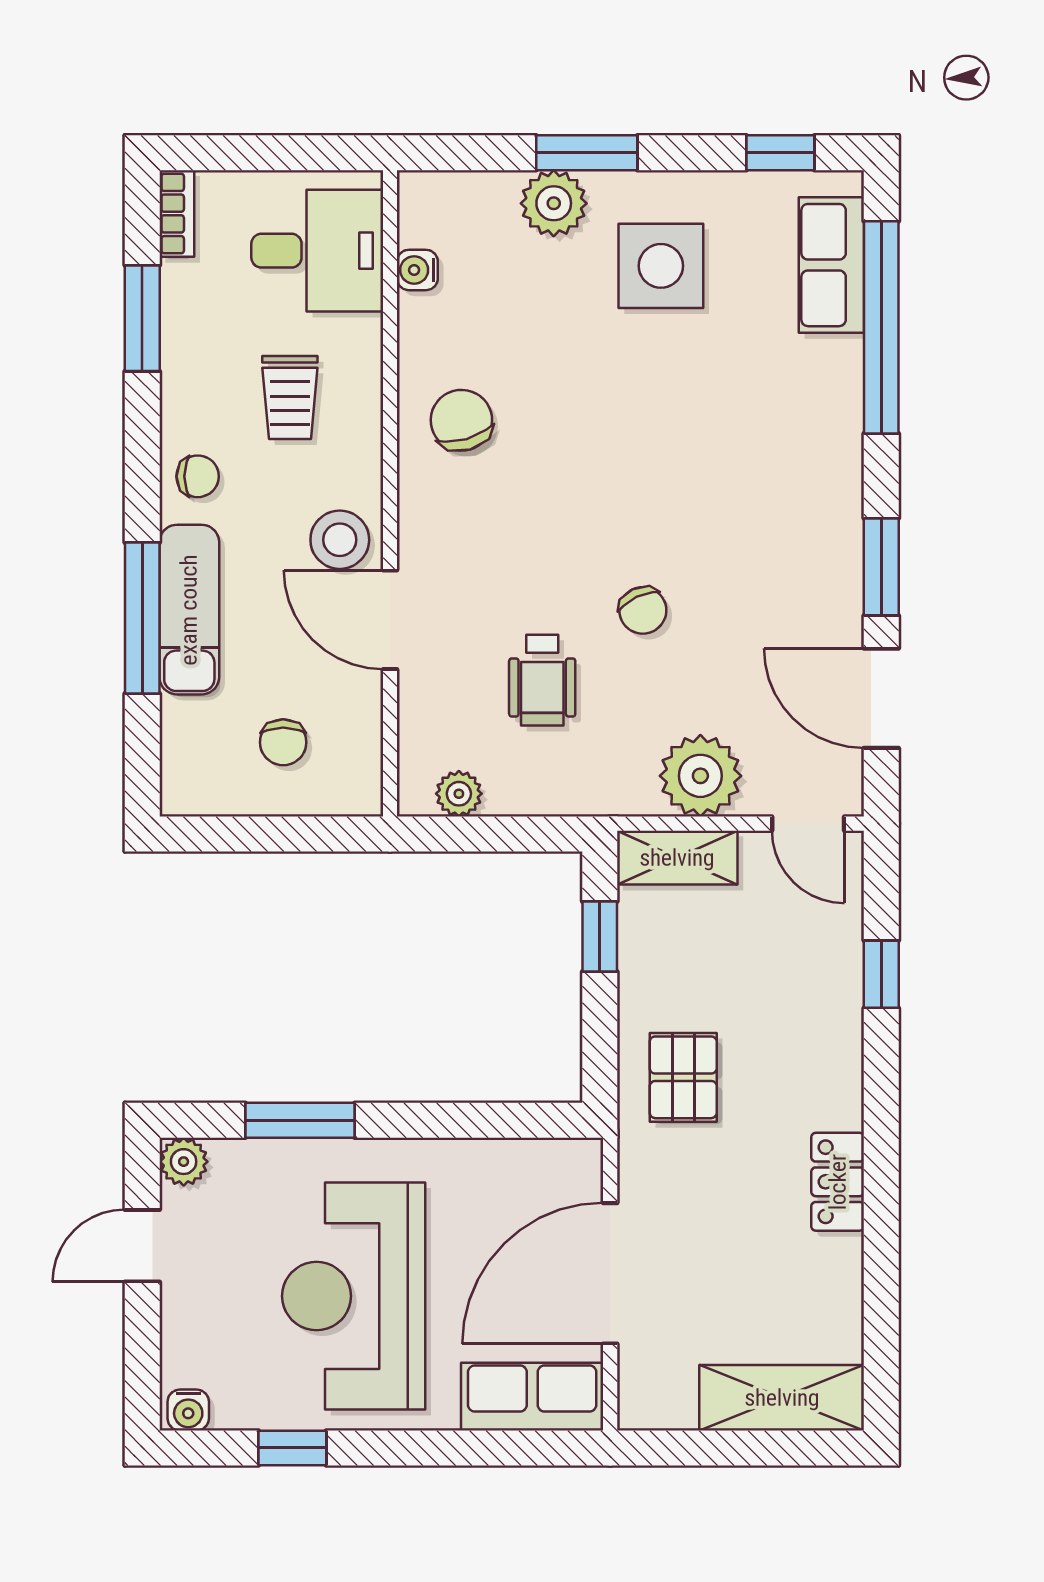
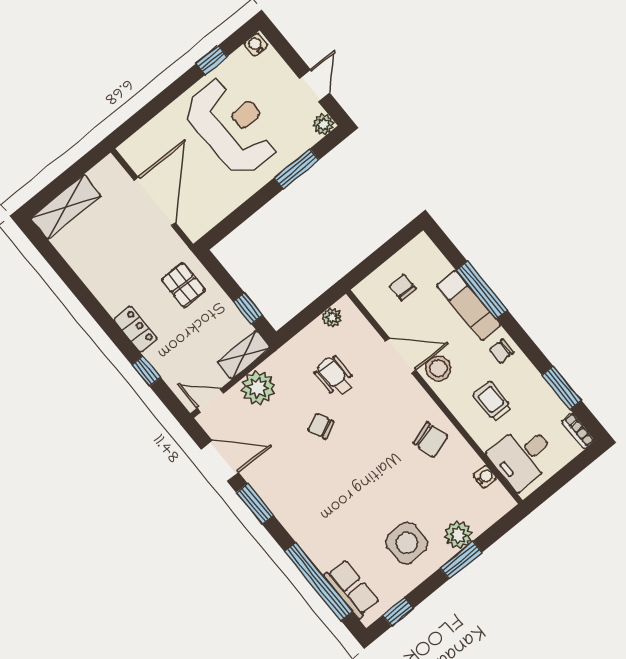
locker: (838, 1182) -> (136, 329), moved
row of seats: (532, 1397) -> (147, 141), removed

